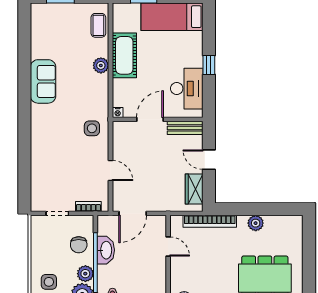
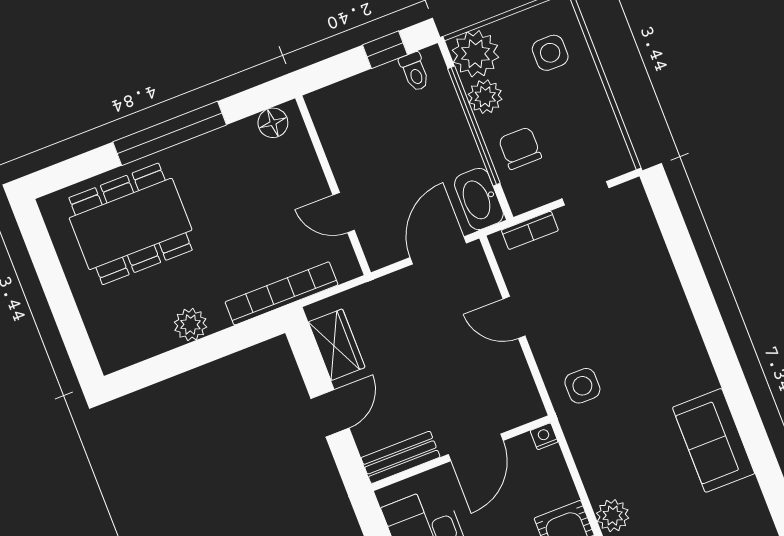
door: (209, 160) -> (330, 413), hinge flipped
washbasin: (106, 250) -> (479, 199), moved

